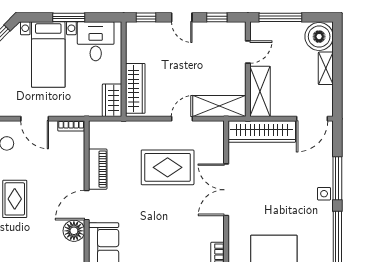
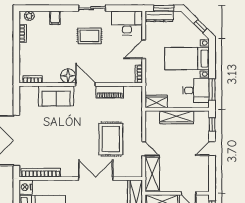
window: (69, 17) -> (212, 89), moved
window: (217, 17) -> (212, 172), removed
wardrobe: (135, 88) -> (177, 117), moved

